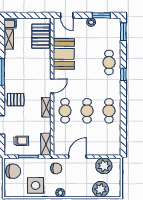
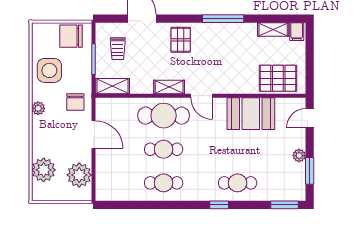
cafe table: (65, 111) -> (164, 116), width x1.37, depth x1.35
chair: (13, 171) -> (71, 36), turned 90

